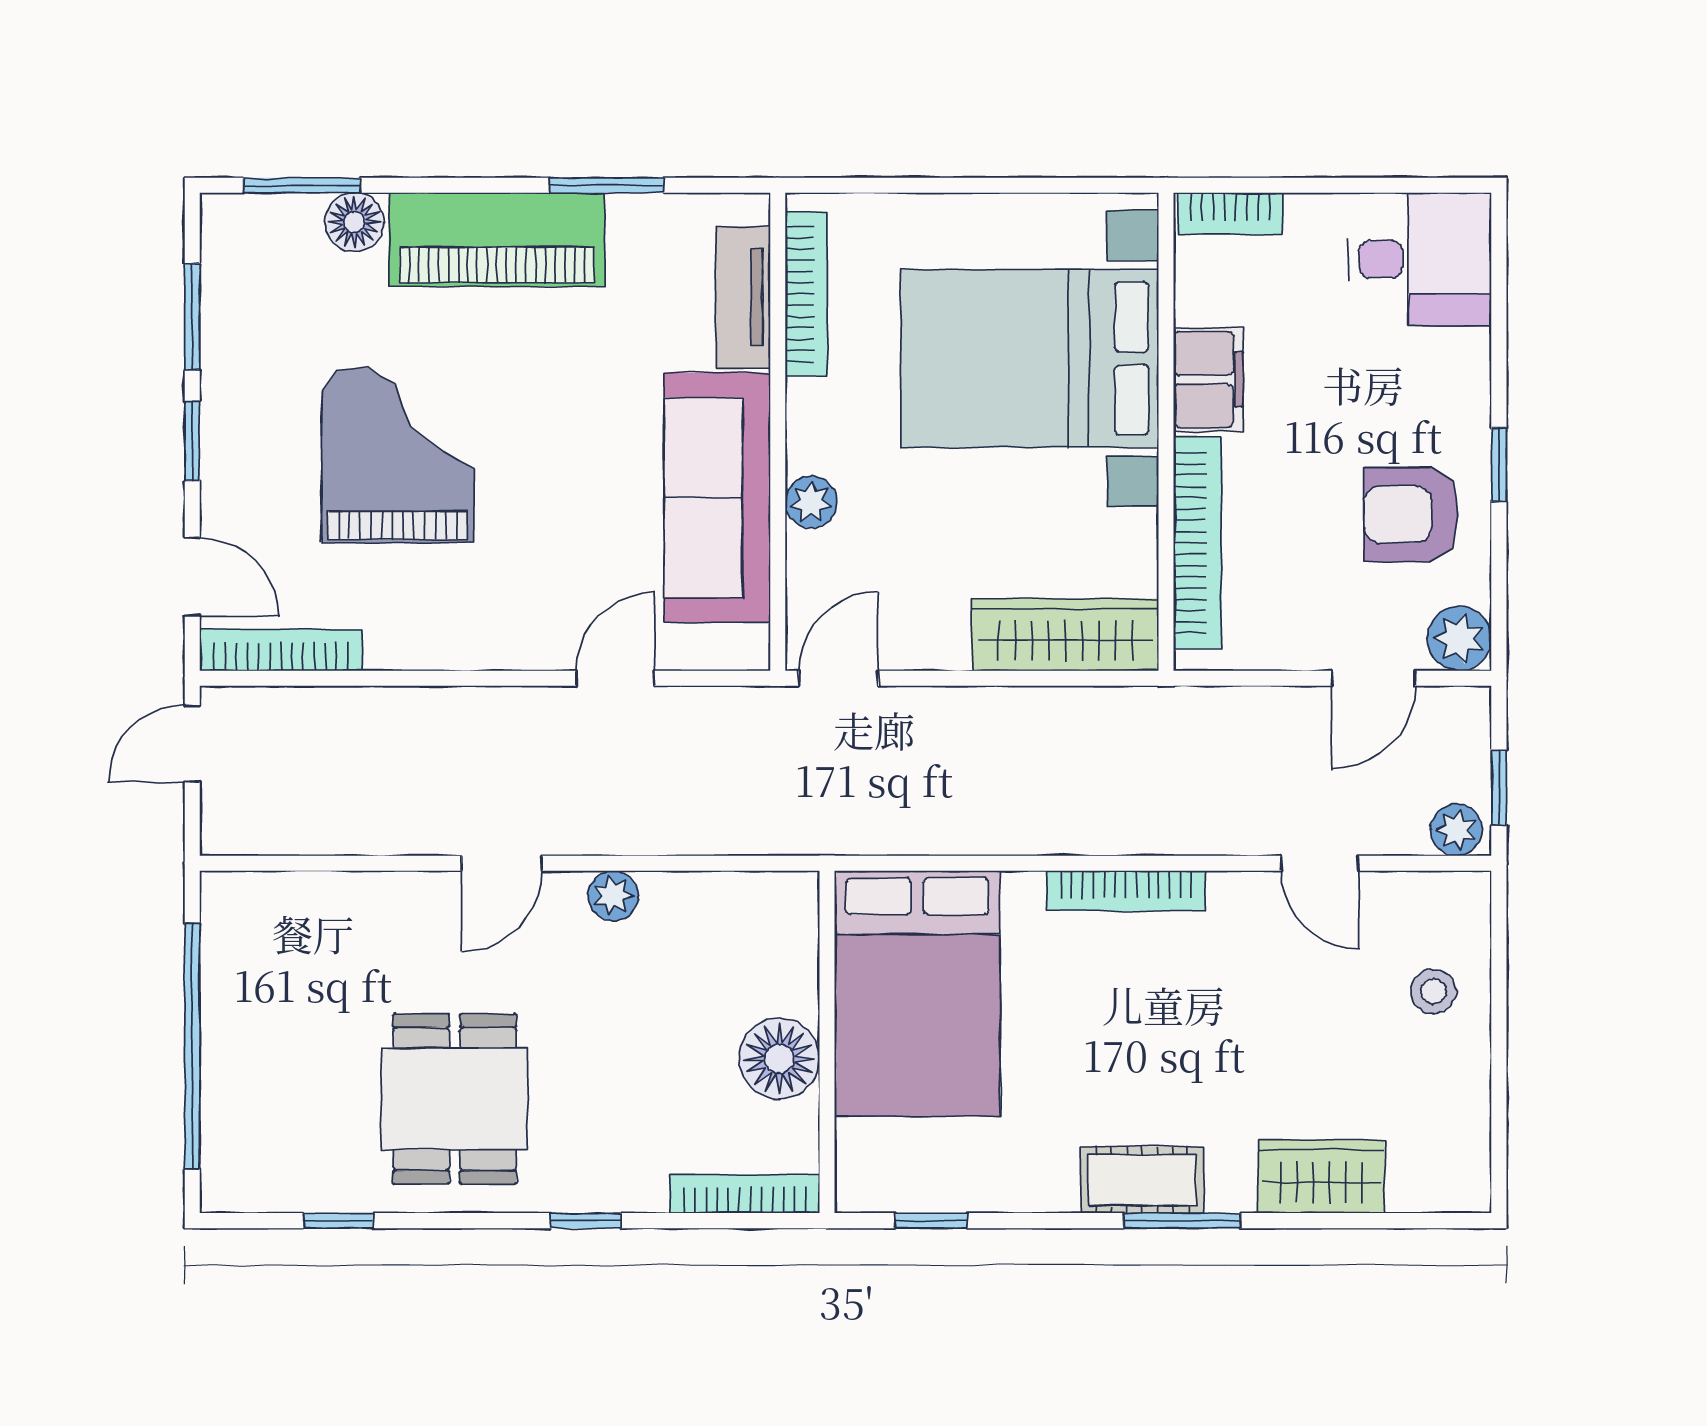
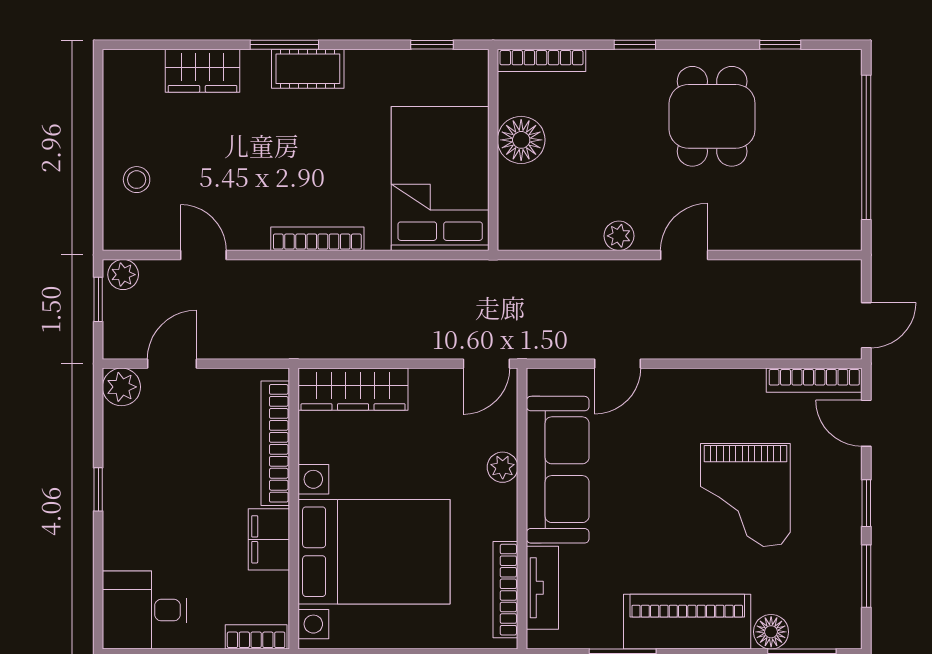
armchair: (1411, 514) -> (150, 460), removed

